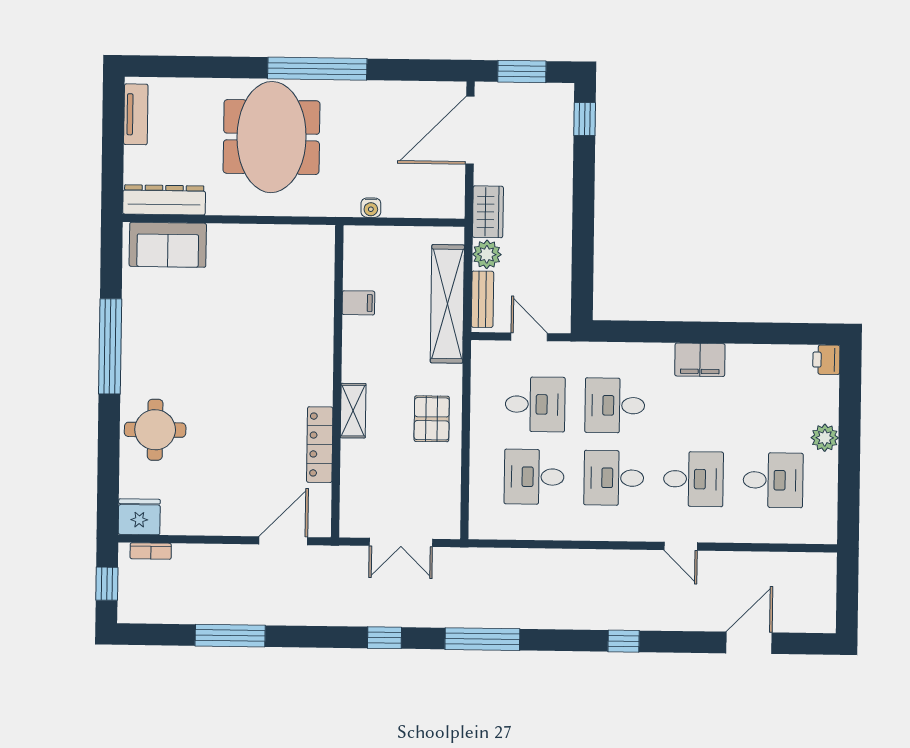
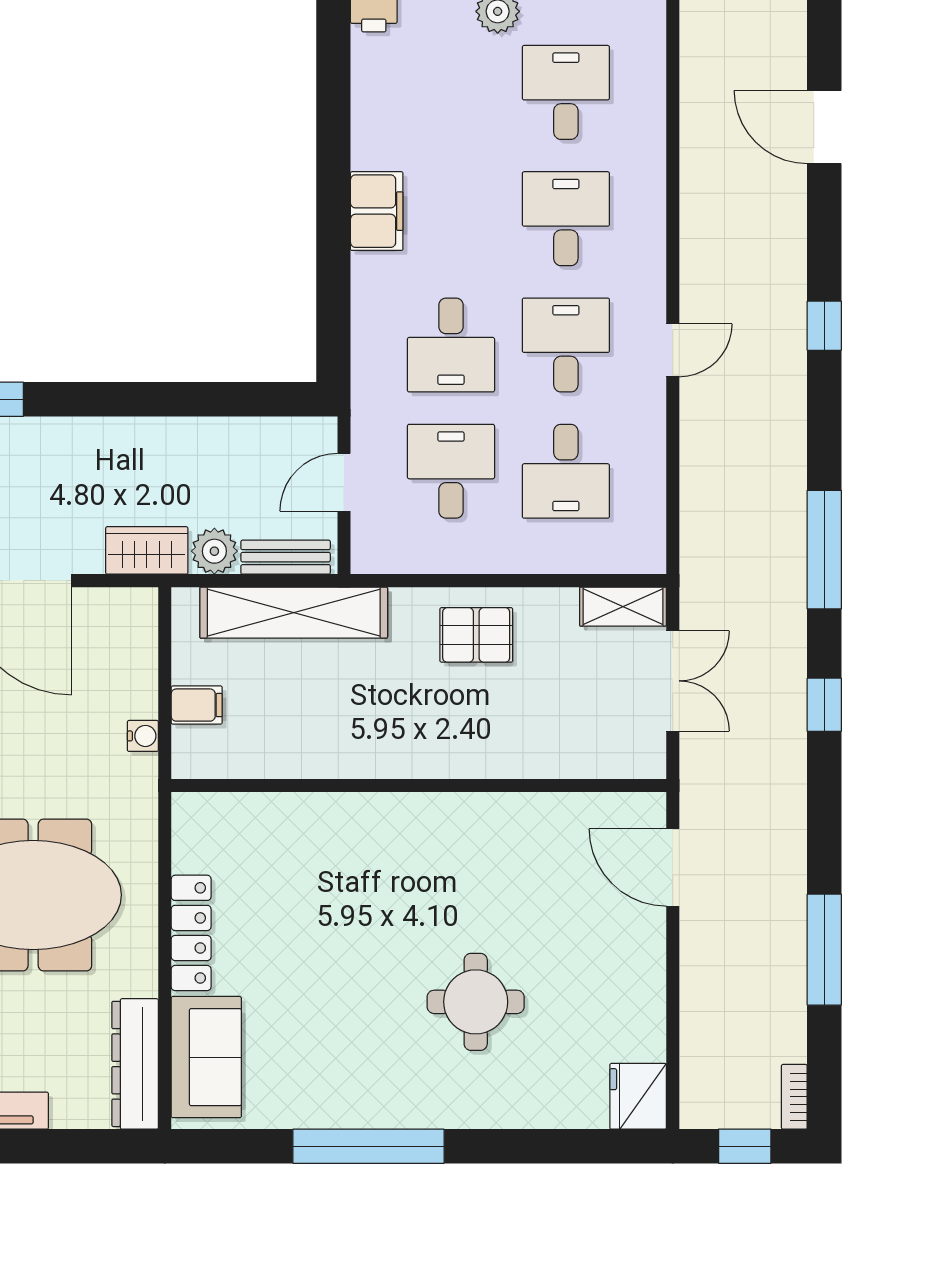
filing cabinet: (358, 303) -> (197, 705), moved, turned 90
shelving: (353, 411) -> (623, 607), moved
round table: (155, 430) -> (476, 1002), moved
locker: (320, 445) -> (191, 933), moved, turned -90
desk: (614, 478) -> (566, 345), turned 180
door: (681, 546) -> (673, 350), moved
bookcase: (151, 551) -> (794, 1097), moved, turned 180

